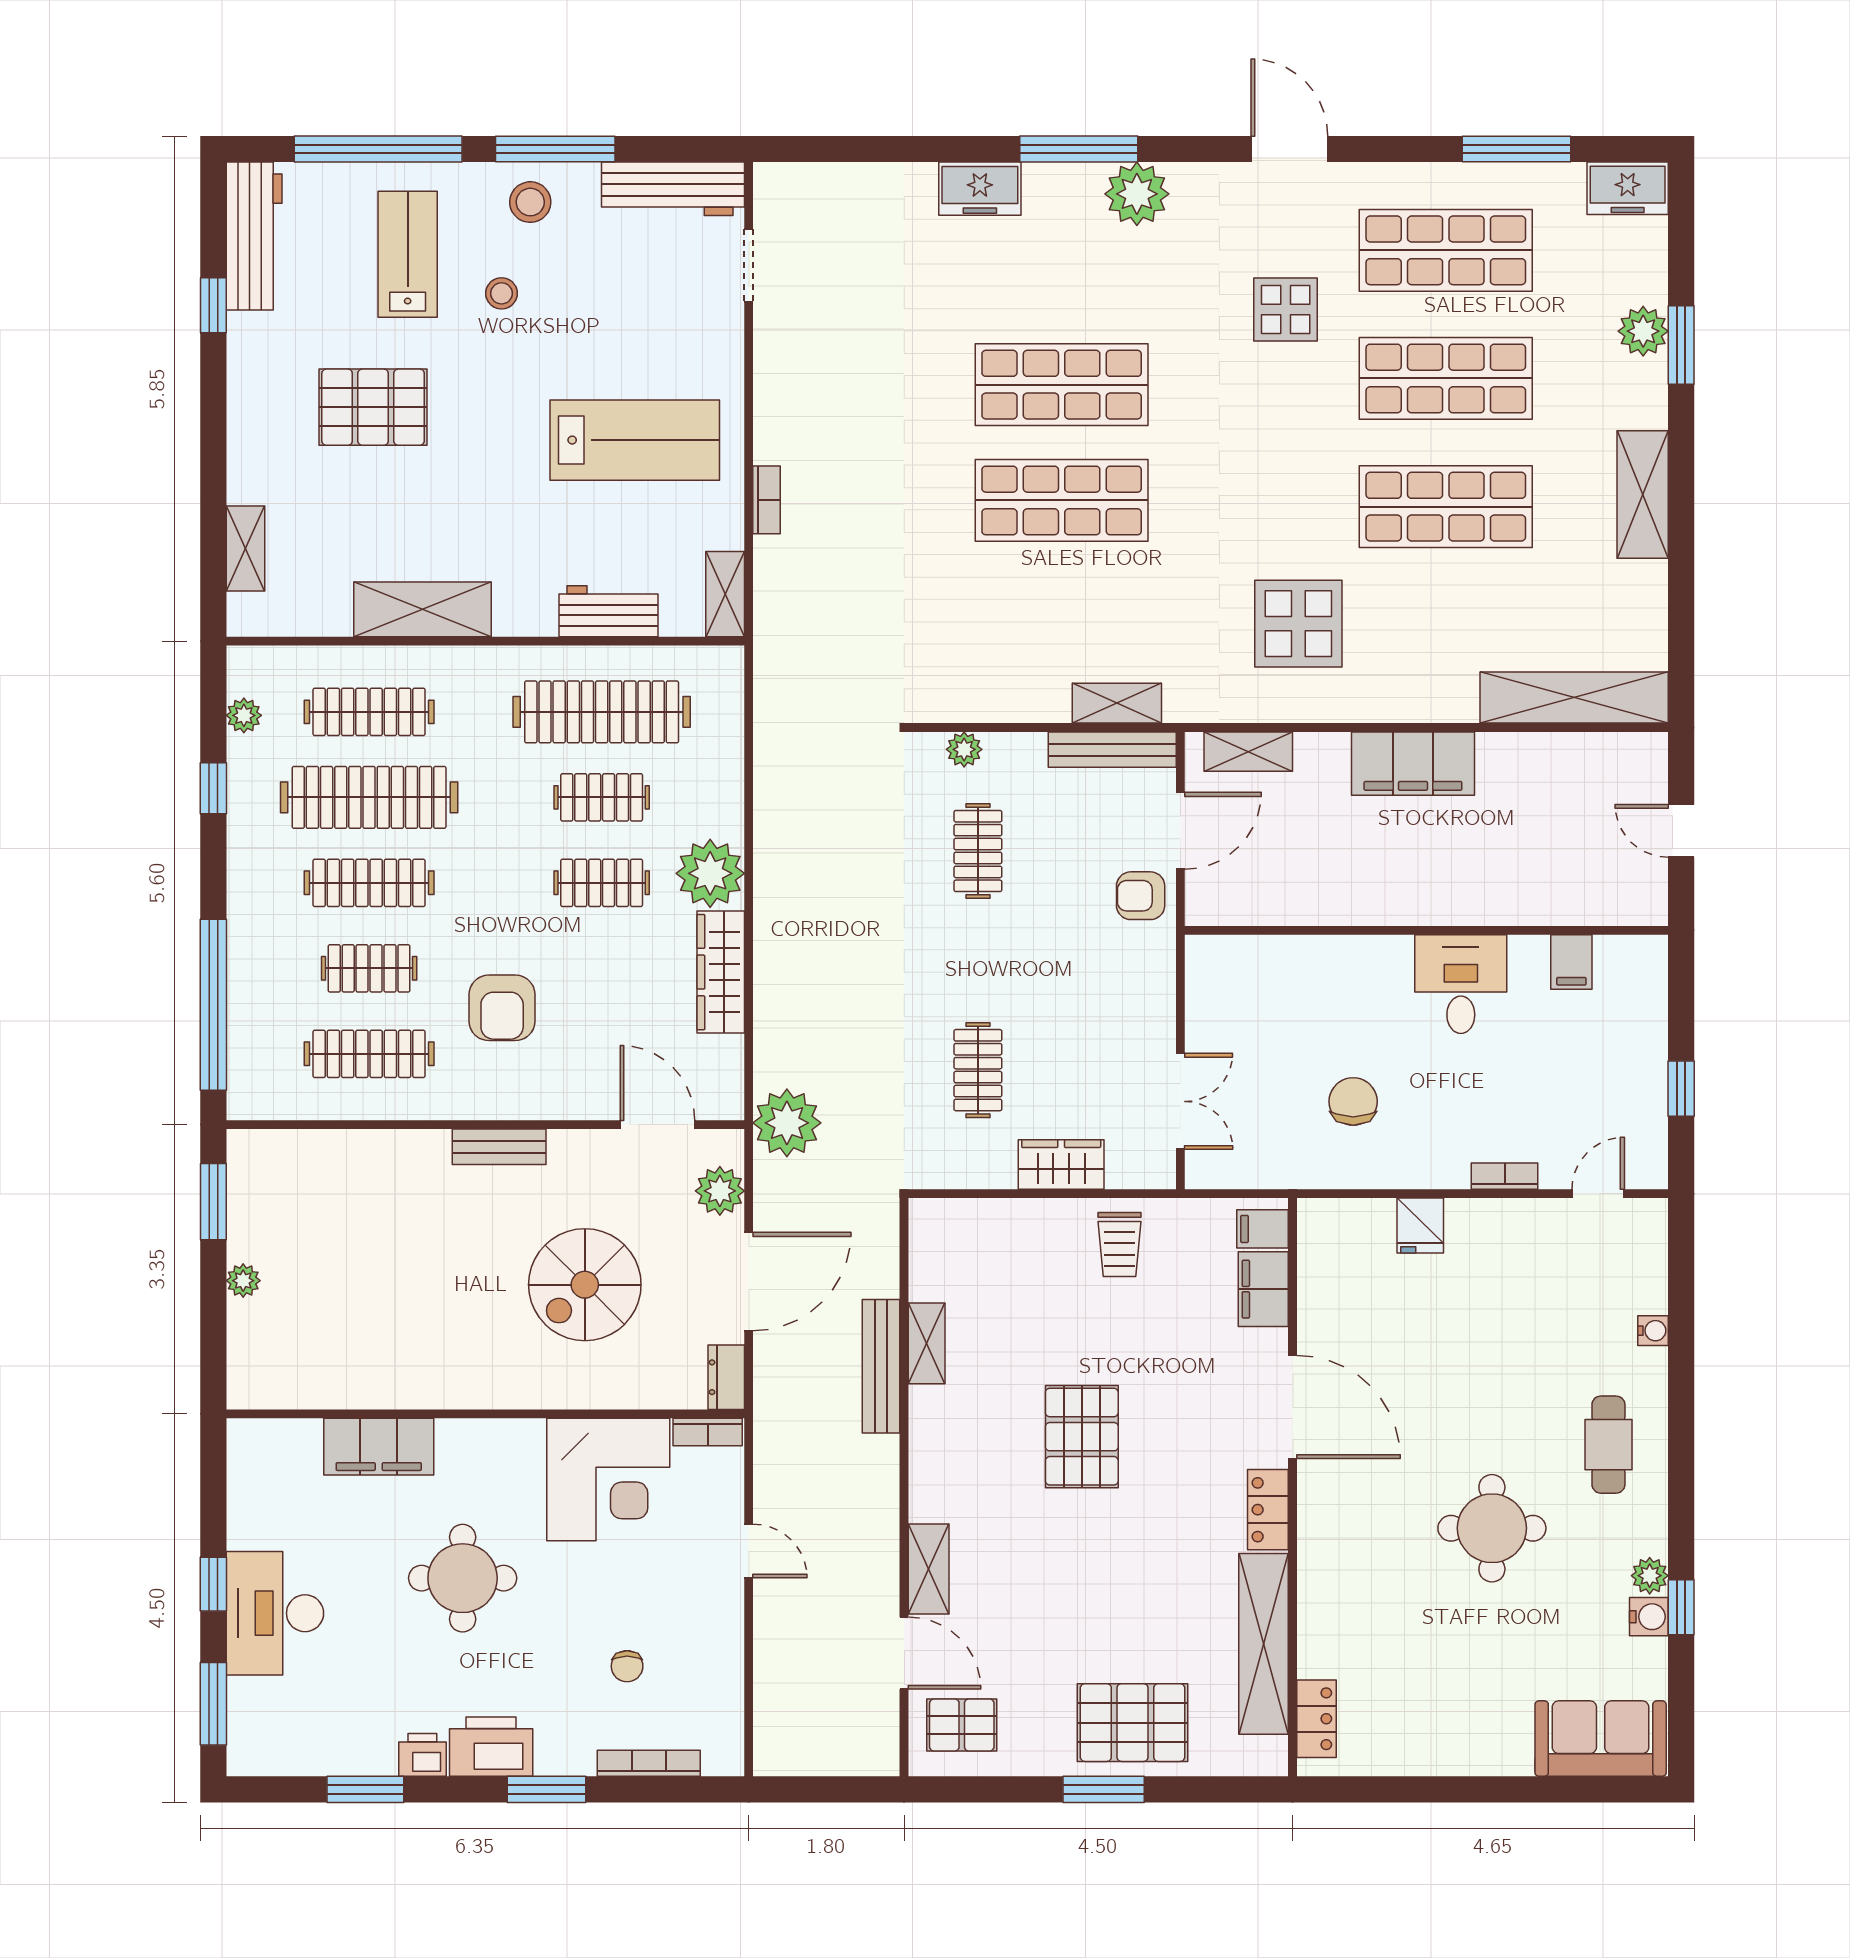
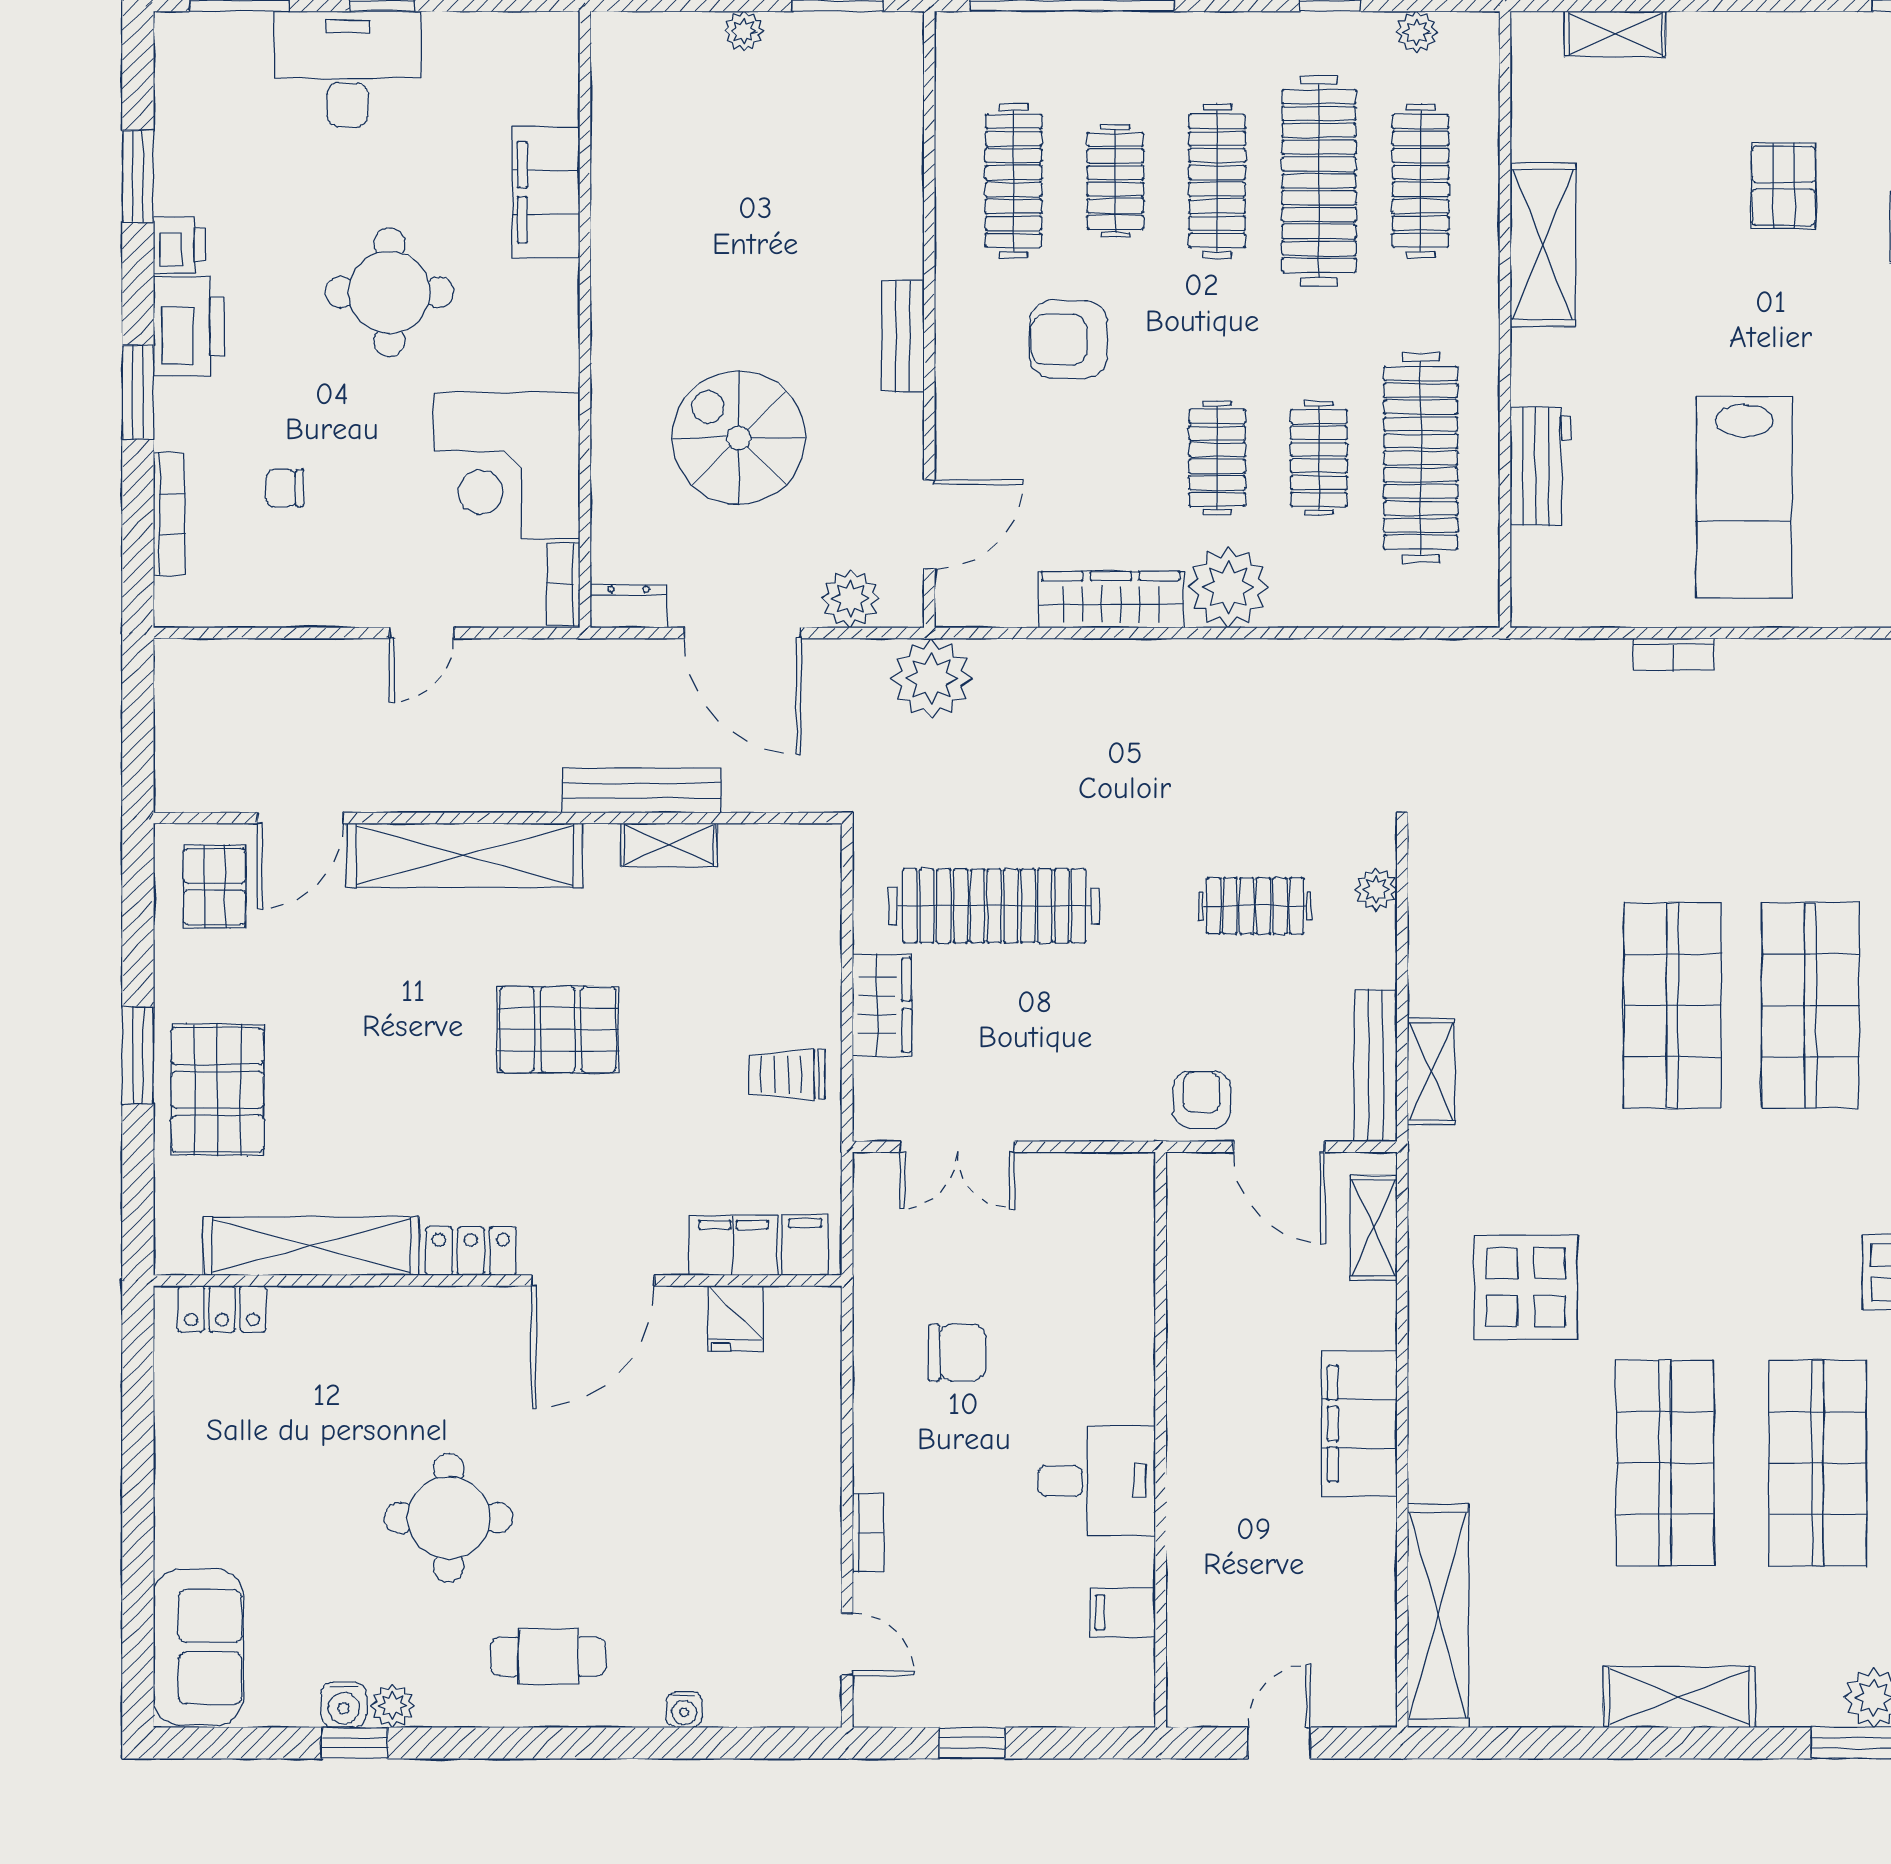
pallet: (373, 407) -> (1783, 186), width x0.67, depth x0.71
shelving: (725, 594) -> (1561, 605), removed
clothes rail: (978, 1070) -> (994, 906), width x1.86, depth x1.31
fridge: (1420, 1226) -> (735, 1318), moved, turned -90
shelving: (929, 1569) -> (465, 855), width x2.20, depth x1.33

